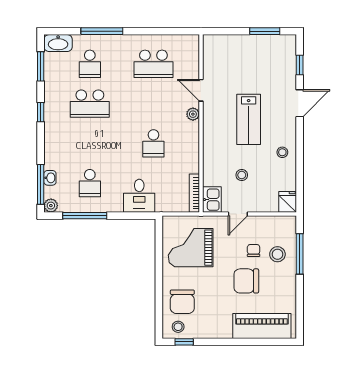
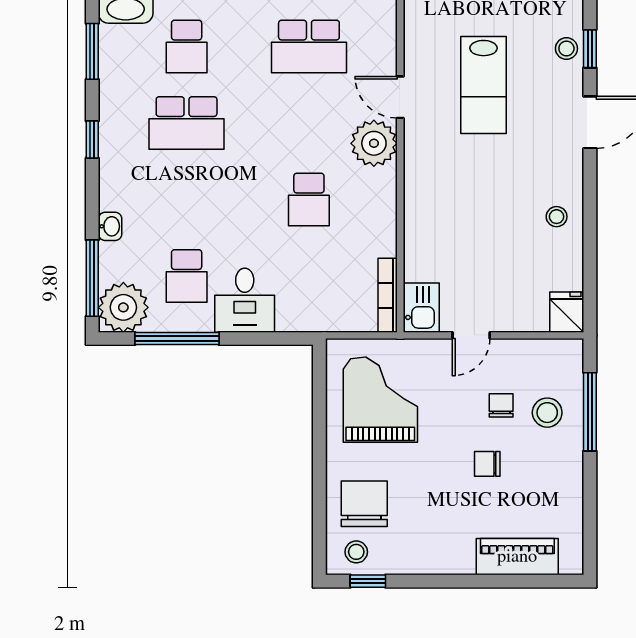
plant: (193, 114) -> (374, 143), width x1.88, depth x1.88
lab bench: (249, 119) -> (484, 85), moved
stool: (242, 175) -> (566, 49), moved
washbasin: (50, 178) -> (110, 226), moved
desk: (139, 196) -> (245, 300), moved
plant: (51, 206) -> (123, 307), width x1.88, depth x1.88
grand piano: (191, 248) -> (380, 400), turned 90
chair: (246, 281) -> (487, 464), width x0.54, depth x0.54
chair: (182, 302) -> (364, 504), turned 180
piano: (262, 326) -> (517, 557), width x0.73, depth x0.75

